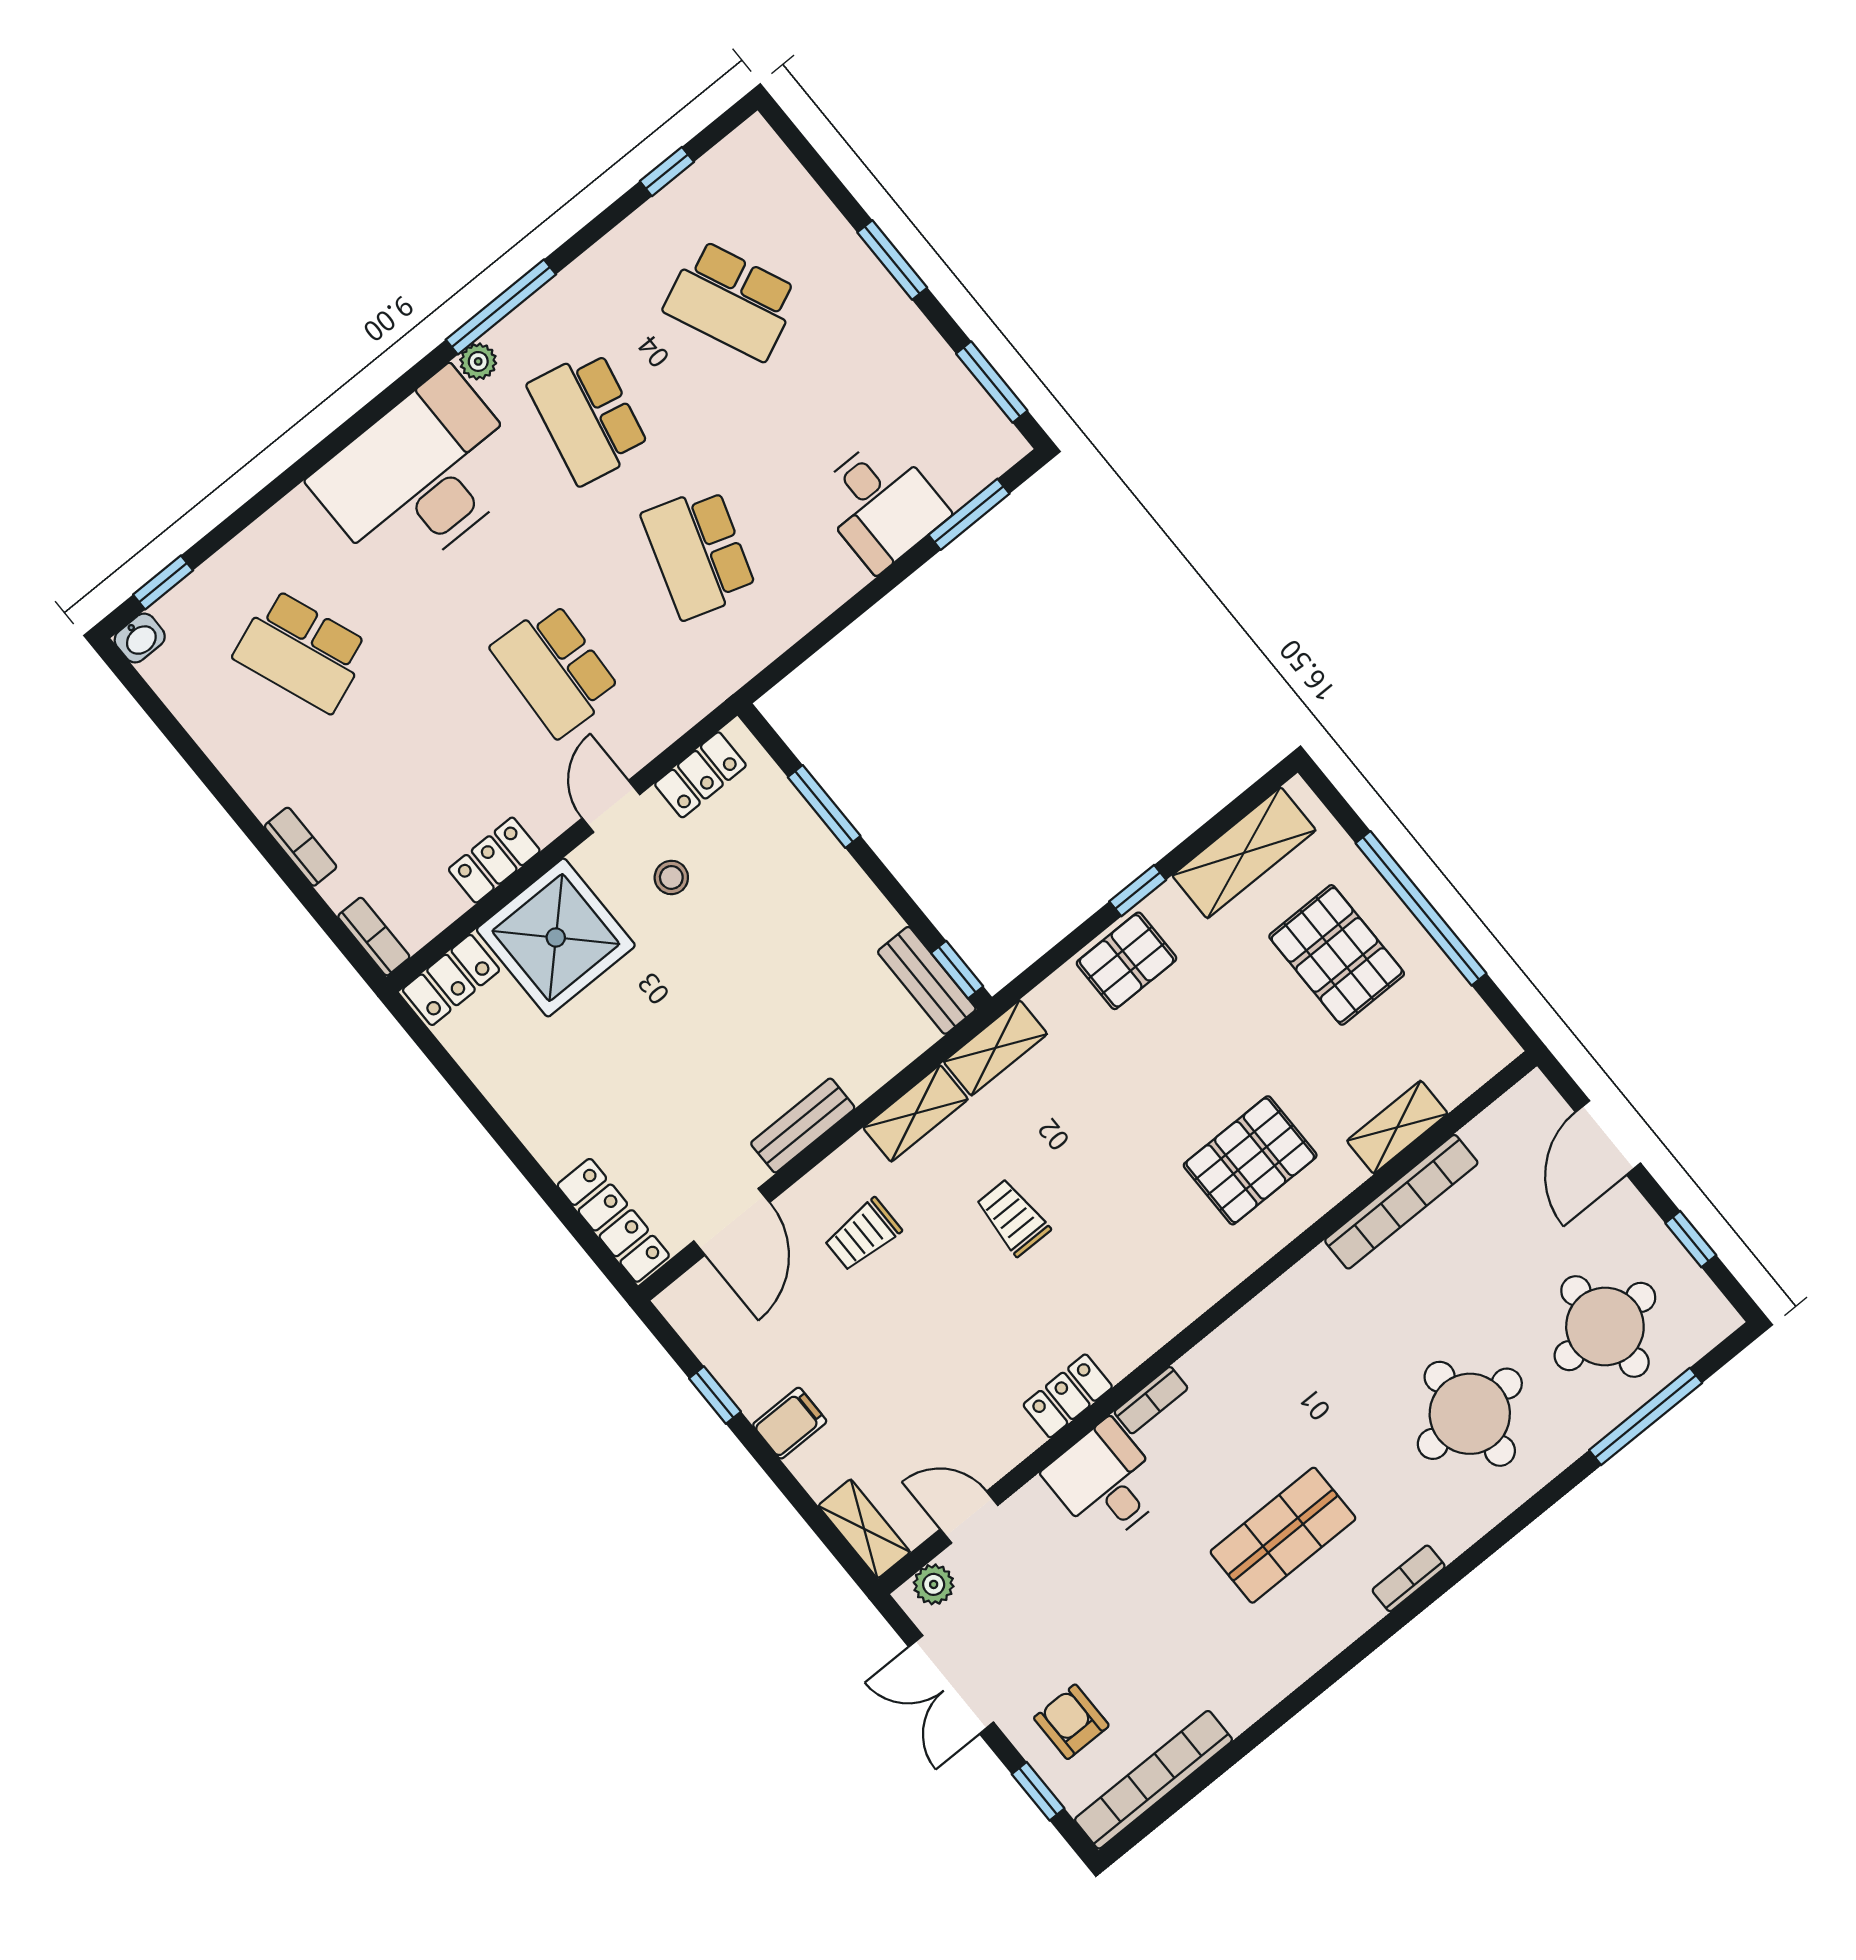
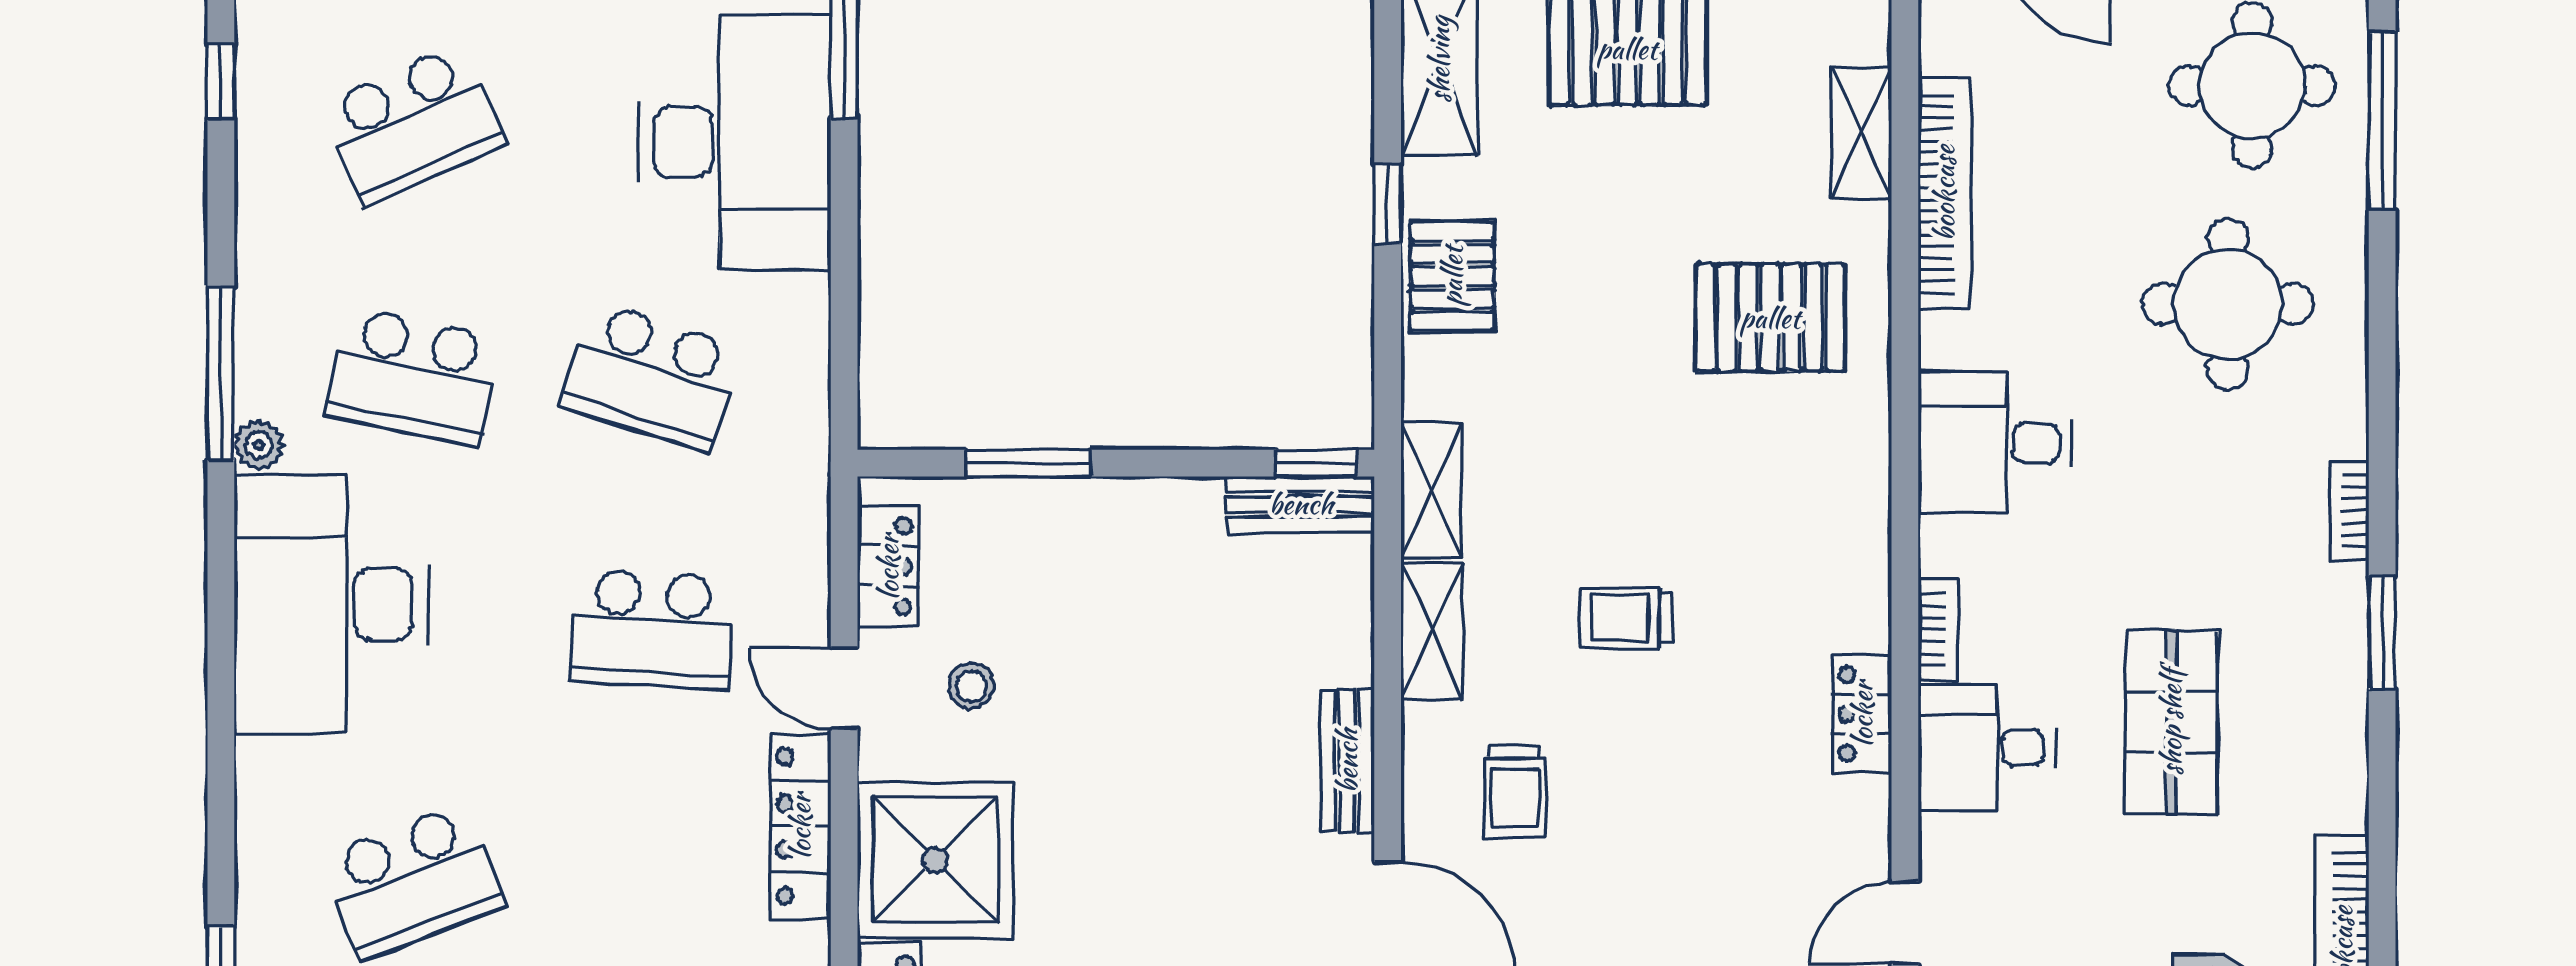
desk: (881, 504) -> (735, 142), width x1.87, depth x1.30
locker: (494, 860) -> (800, 826), width x1.53
pallet: (1250, 1160) -> (1770, 318), turned 90
desk: (1283, 1346) -> (1995, 443), added
shop shelf: (1283, 1535) -> (2171, 722), moved
window: (1354, 1654) -> (2382, 633), added

